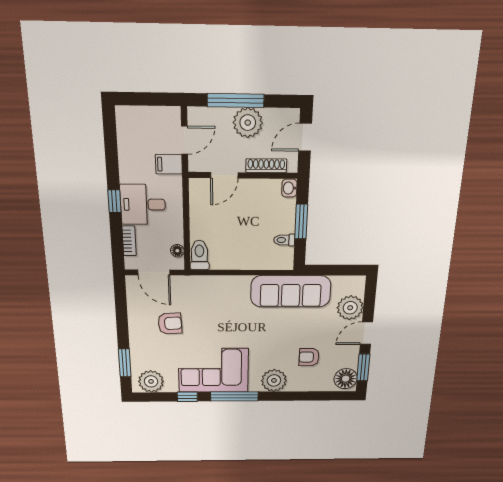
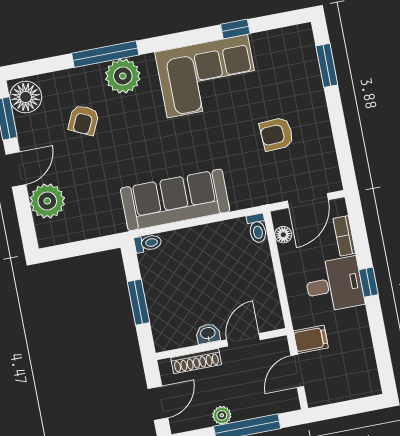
plant: (248, 123) -> (222, 415), width x0.53, depth x0.53
washbasin: (289, 188) -> (208, 334), moved, turned -90
toilet: (284, 240) -> (148, 243), moved
toilet: (199, 255) -> (257, 228), width x0.73, depth x0.72
door: (154, 272) -> (308, 200), swing flipped
sofa: (291, 291) -> (175, 200), moved
armchair: (309, 357) -> (84, 120), turned 115
plant: (151, 381) -> (288, 44), removed
window: (234, 396) -> (105, 54), moved

